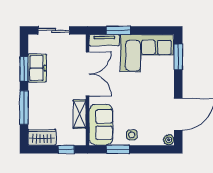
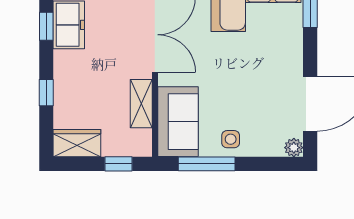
window: (24, 69) -> (46, 26), width x0.67
window: (24, 108) -> (46, 93), width x0.46
window: (118, 149) -> (207, 164), width x1.44

